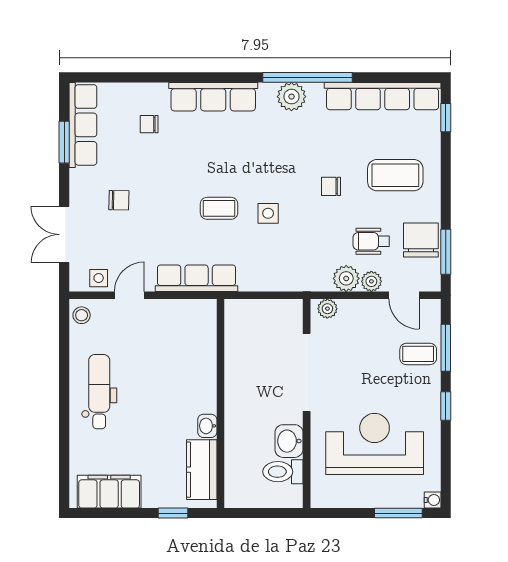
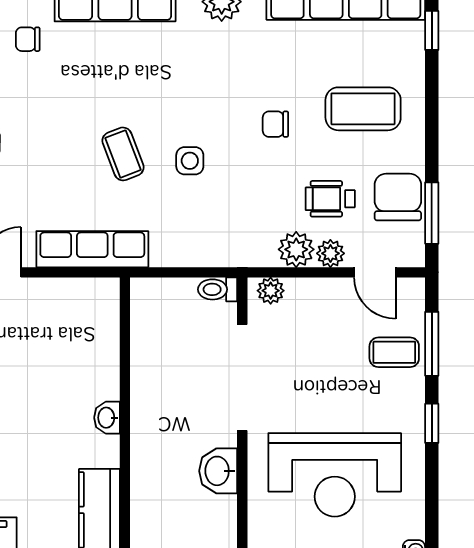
coffee table: (219, 208) -> (123, 154), turned 69
washbasin: (207, 426) -> (107, 418), moved
reception desk: (375, 444) -> (335, 475), turned 180
toilet: (283, 472) -> (218, 289), moved, width x0.73, depth x0.72

